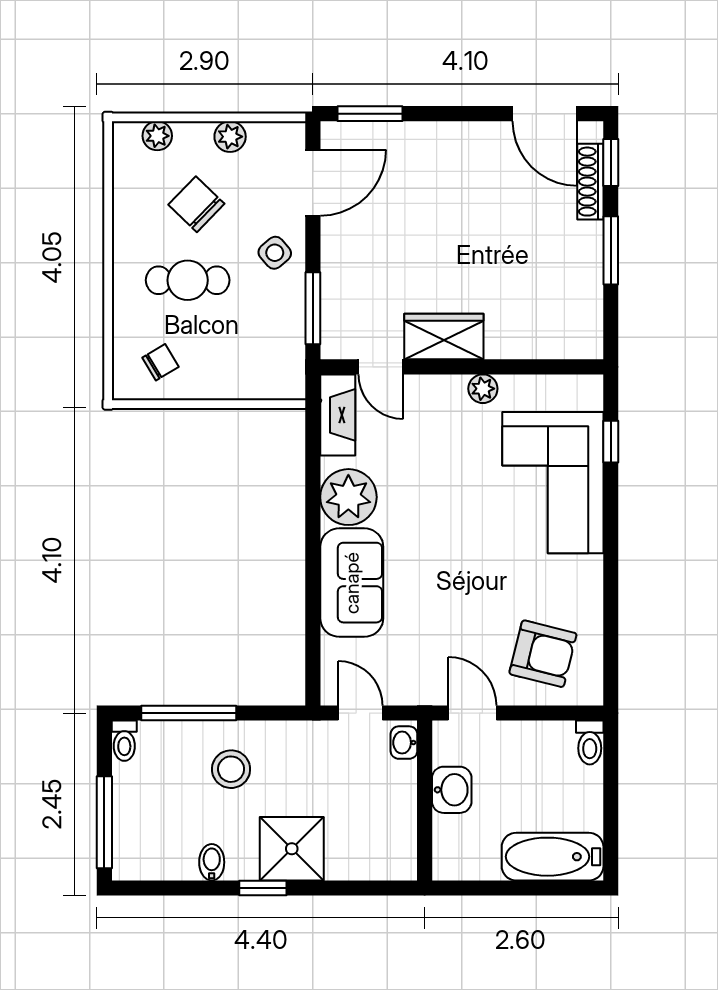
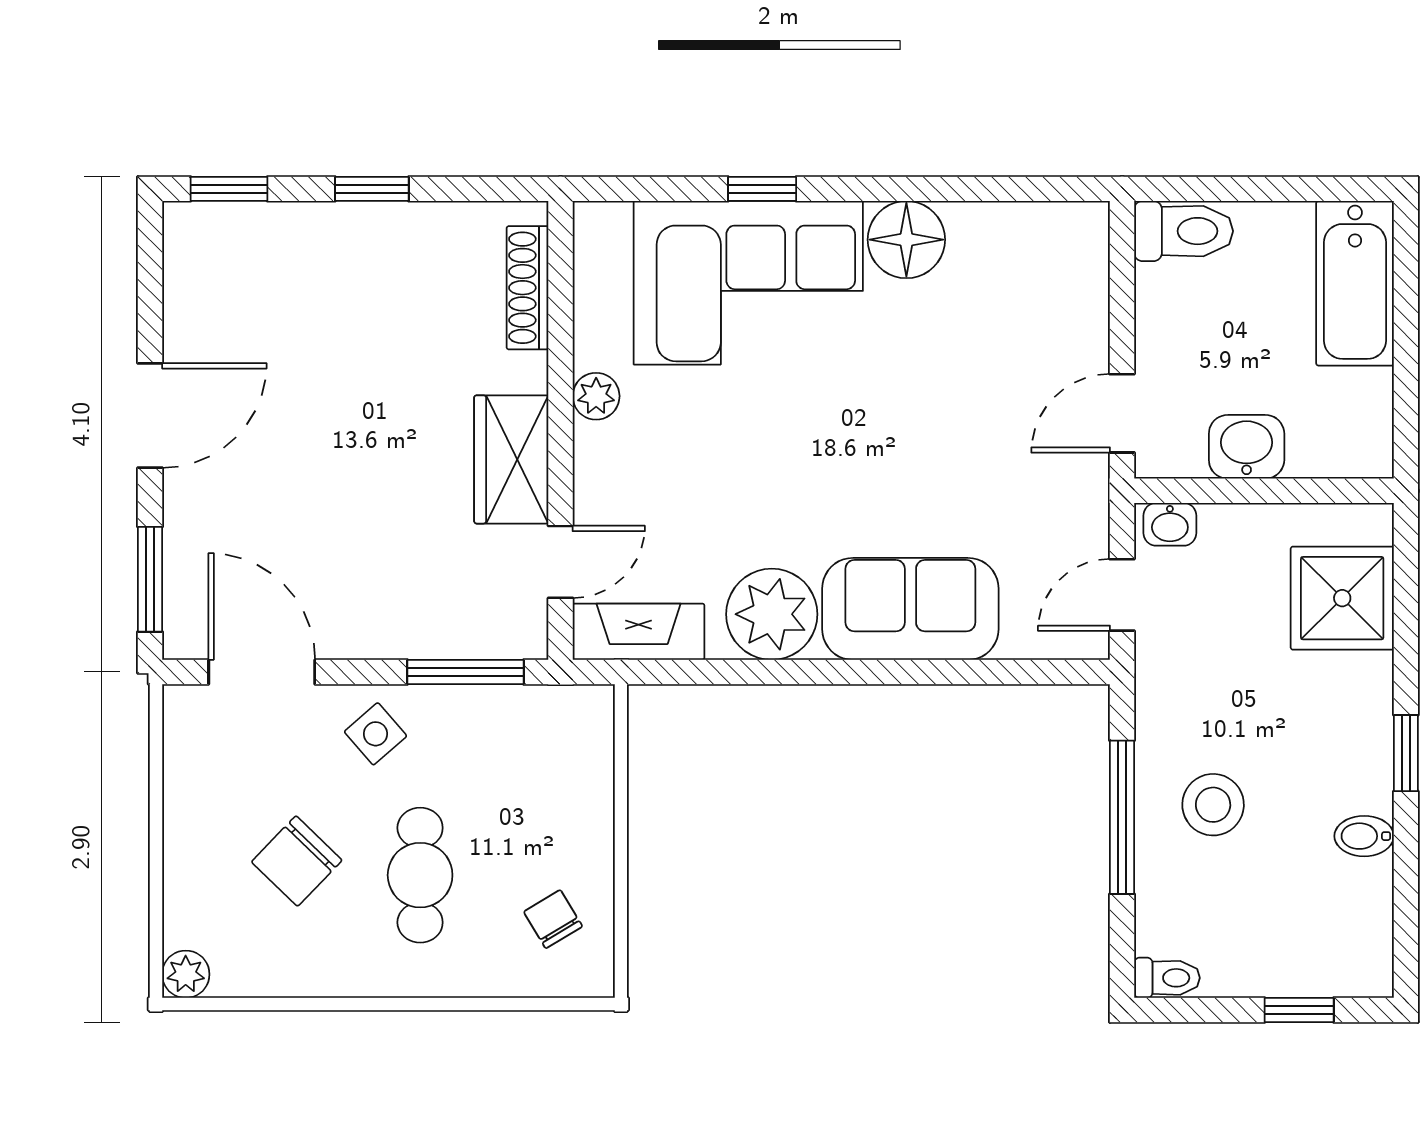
door: (545, 114) -> (150, 416), moved
plant: (157, 136) -> (186, 974), moved
plant: (230, 137) -> (187, 806), removed
shoe rack: (590, 182) -> (527, 288), moved, turned 90
window: (611, 250) -> (372, 189), width x0.67
window: (611, 442) -> (762, 189), moved
floor lamp: (579, 580) -> (906, 240), added
armchair: (543, 654) -> (1026, 299), removed
window: (189, 713) -> (1122, 817), moved
toilet: (590, 743) -> (1184, 231), width x1.37, depth x1.39
window: (104, 822) -> (1299, 1010), width x0.46
shower: (292, 849) -> (1342, 598), moved

